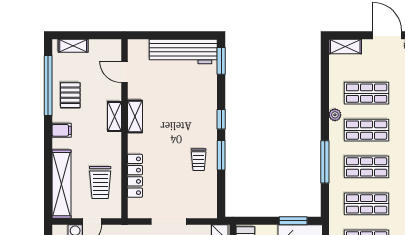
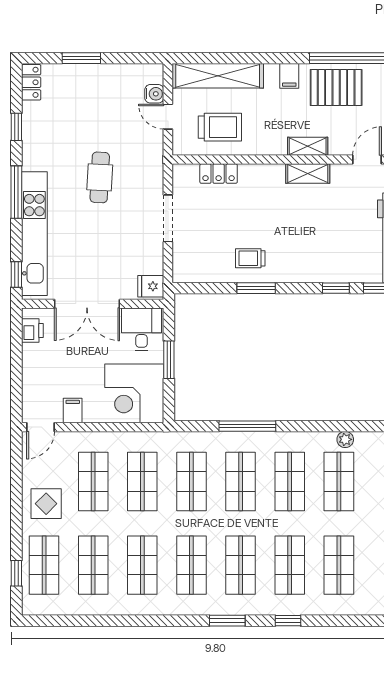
pallet: (70, 95) -> (336, 87), width x1.50, depth x1.42
plant: (335, 115) -> (345, 439), moved
window: (221, 119) -> (336, 288), moved
locker: (135, 176) -> (219, 174), width x0.66
trolley: (100, 183) -> (220, 127), turned 180
window: (293, 221) -> (169, 360), moved

